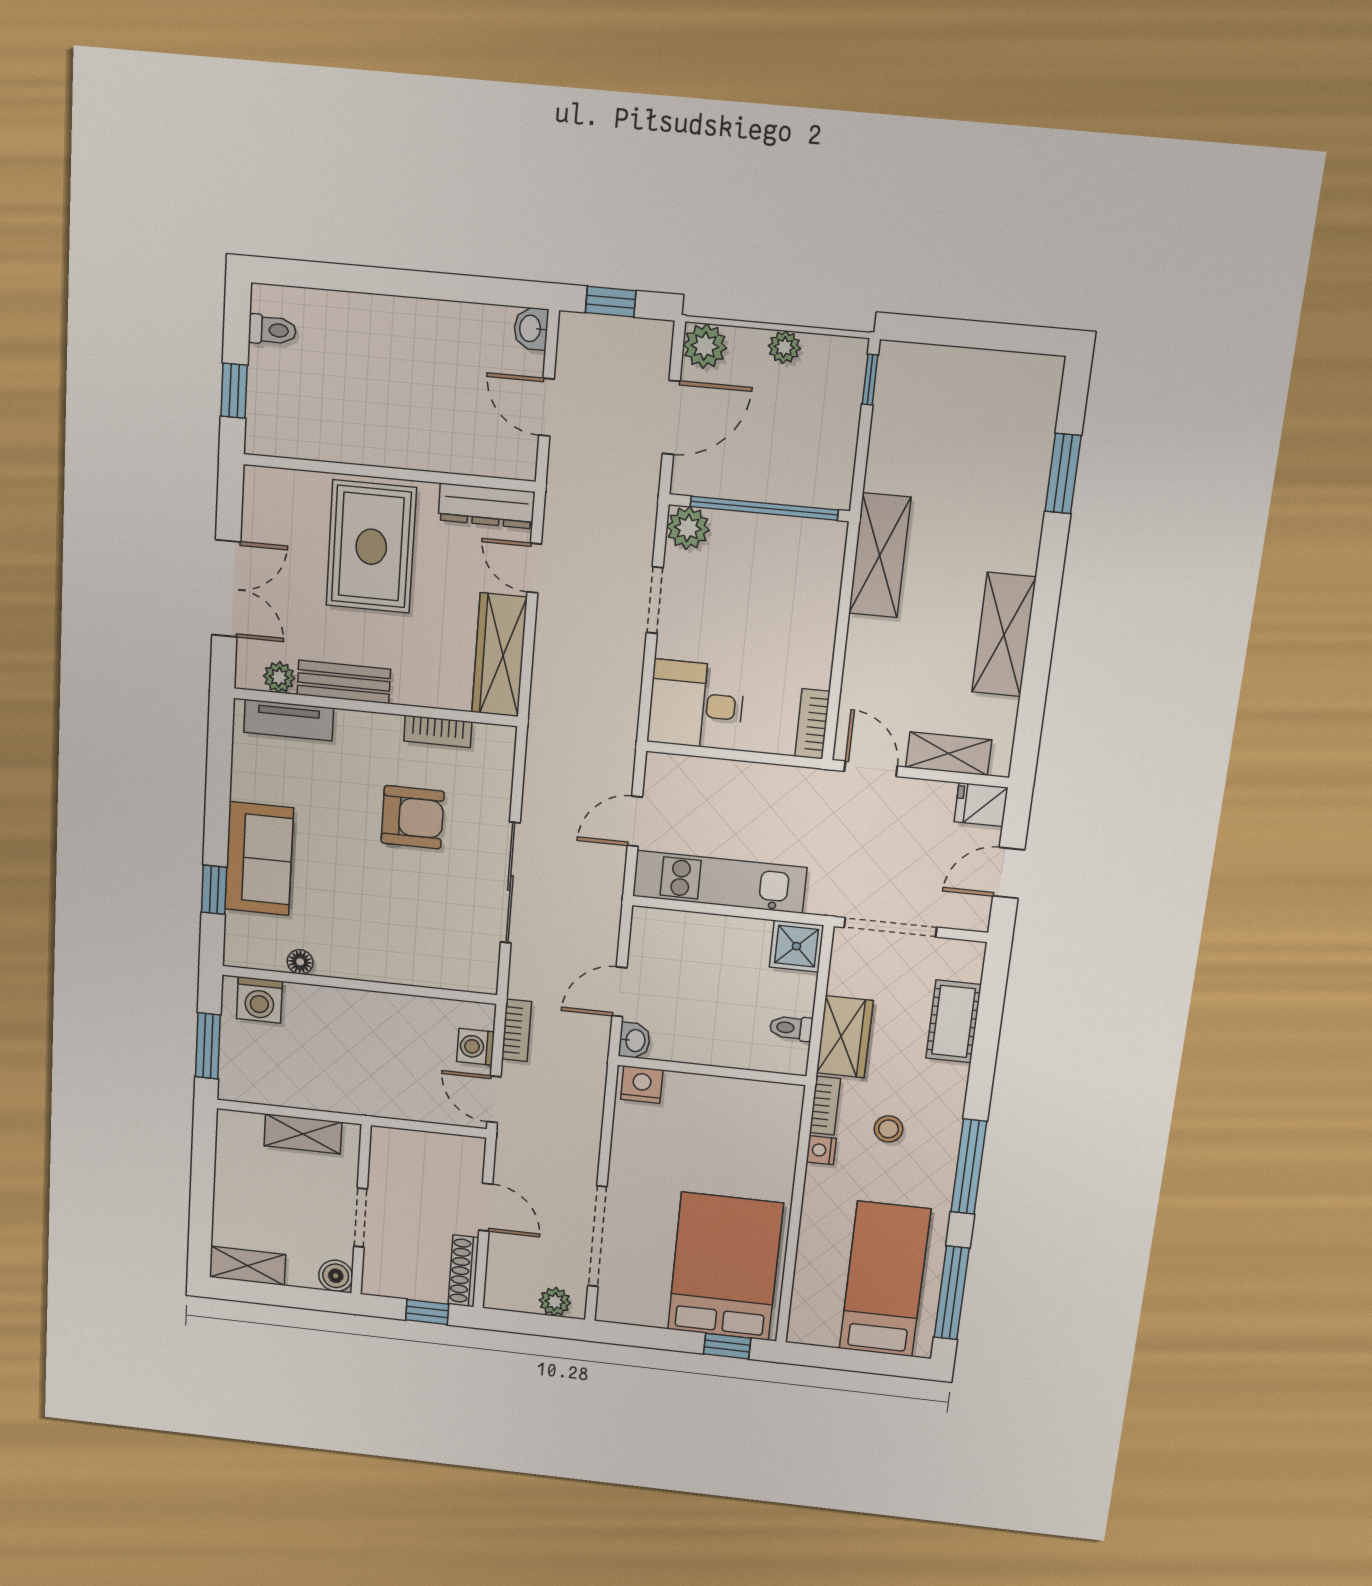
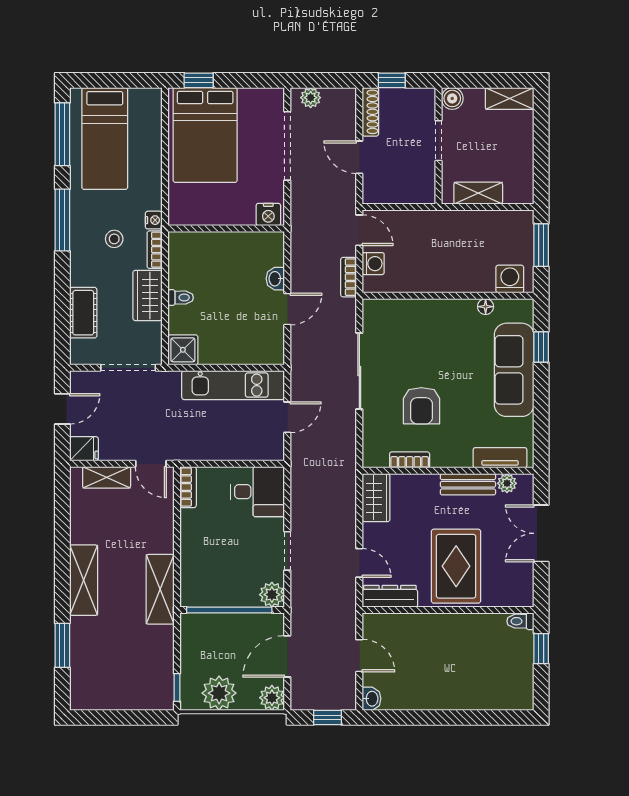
toilet: (272, 330) -> (520, 621), moved
plant: (784, 347) -> (219, 693), width x1.88, depth x1.88
shelving: (1004, 635) -> (84, 580), moved
wardrobe: (499, 655) -> (376, 498), width x0.67
armchair: (413, 817) -> (421, 406), turned -90
sofa: (259, 859) -> (514, 370), width x1.36
wall: (712, 1071) -> (226, 229), moved
nightstand: (642, 1085) -> (268, 214), moved

